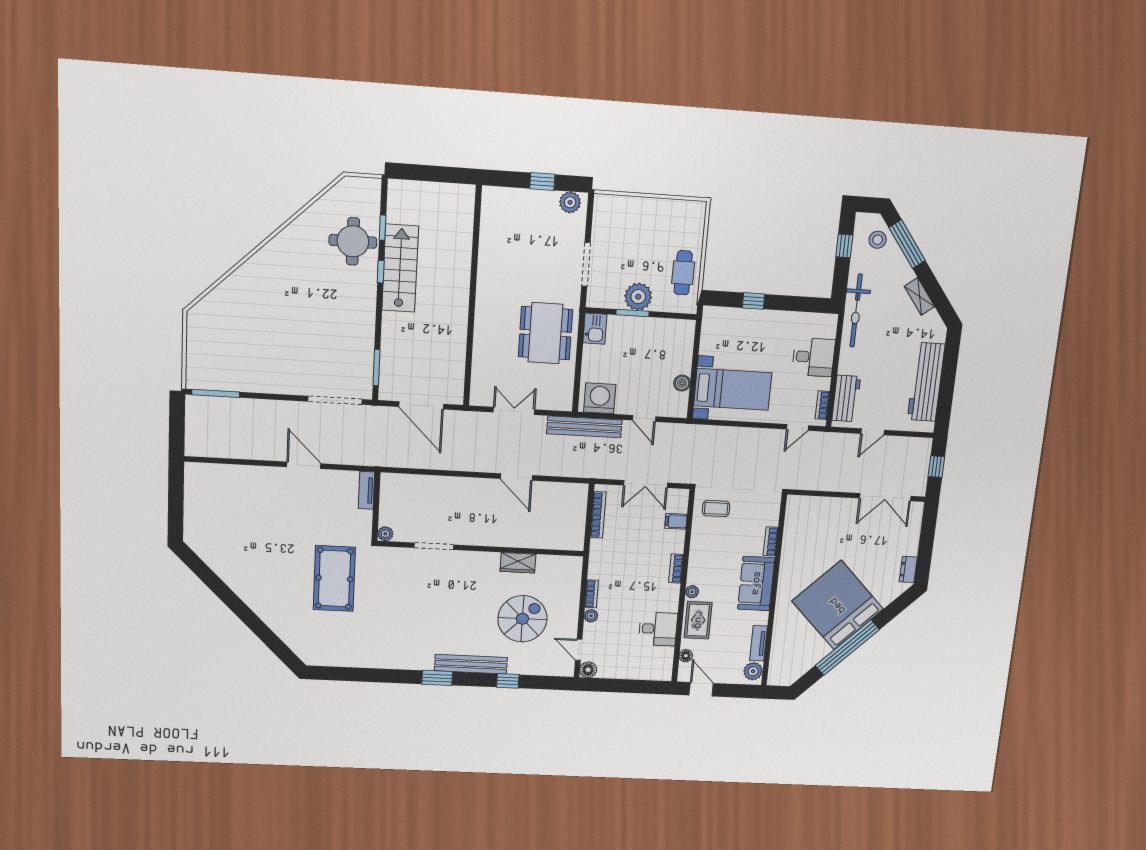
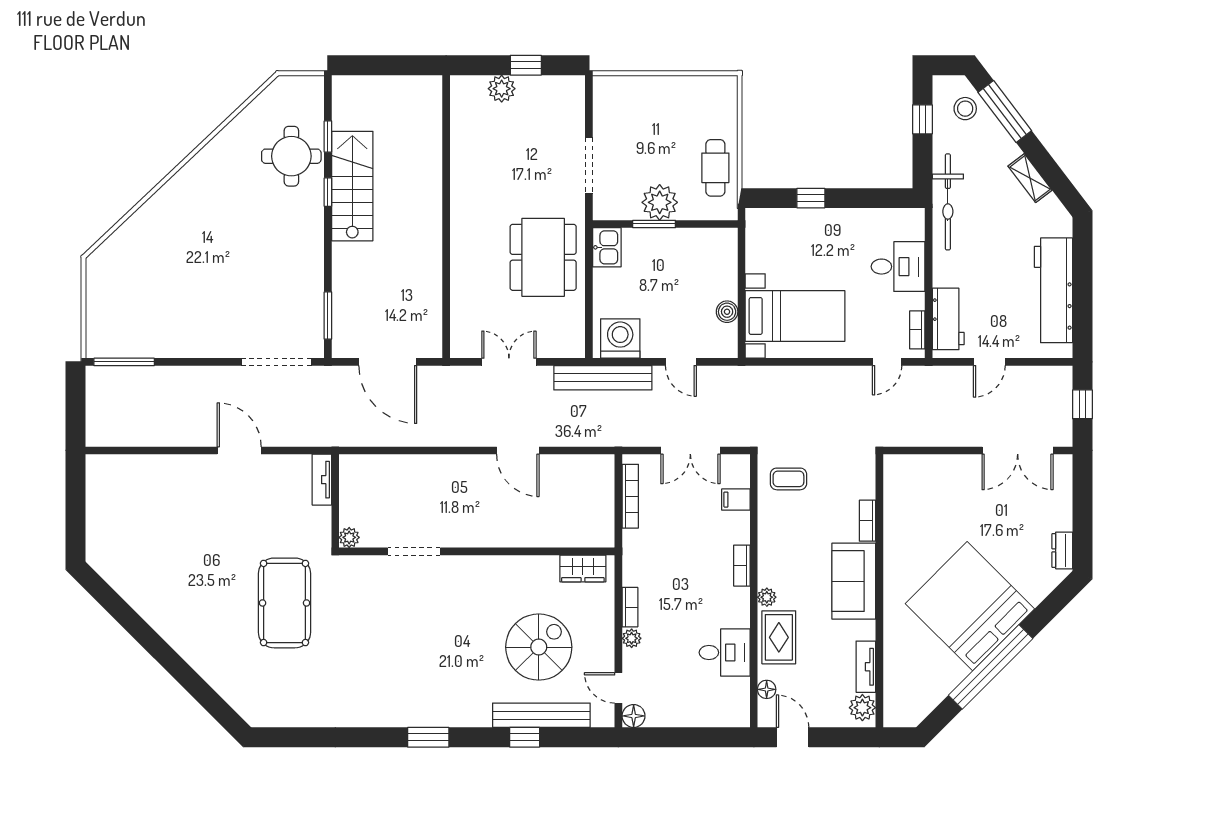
plant: (570, 202) -> (502, 89), moved
wardrobe: (518, 563) -> (583, 568), moved
bench: (471, 664) -> (541, 715), moved

